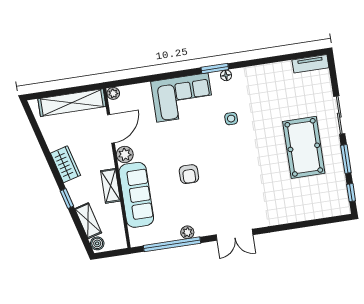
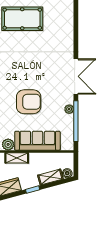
armchair: (189, 174) -> (29, 102), width x1.88, depth x1.88
shelving: (110, 186) -> (17, 158), moved
double door: (234, 235) -> (76, 76), width x1.37

